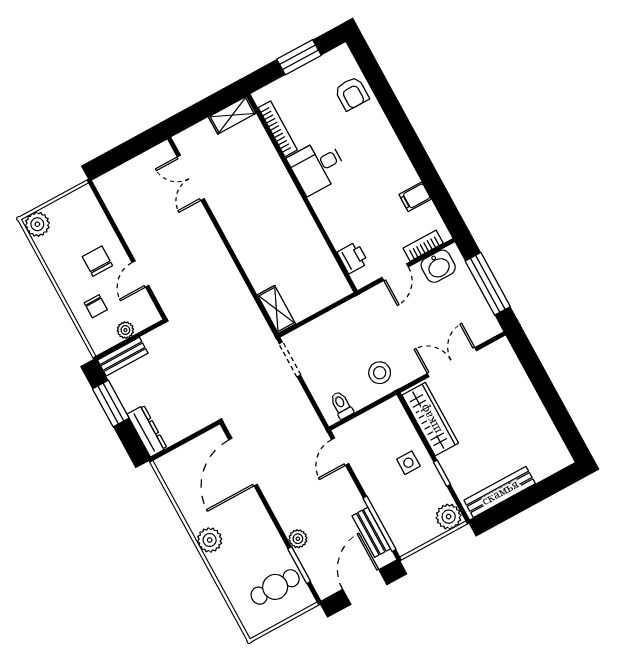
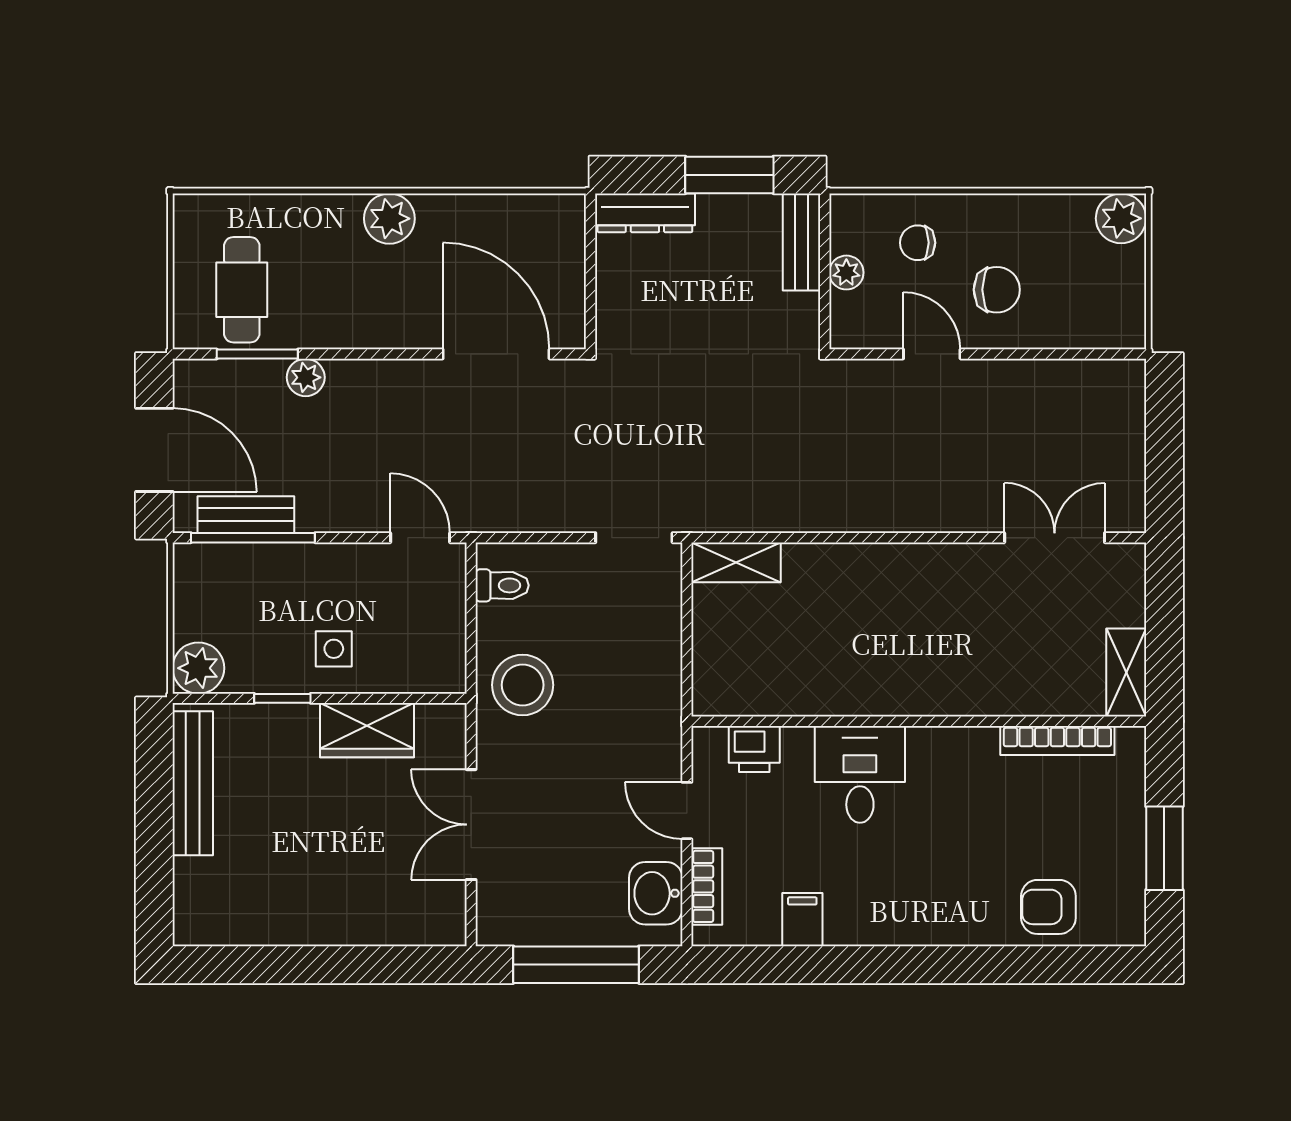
desk: (317, 166) -> (860, 774), moved
double door: (452, 362) -> (471, 825), swing flipped
stool: (380, 373) -> (523, 685), width x1.38, depth x1.38
wardrobe: (430, 419) -> (367, 730), width x0.67

